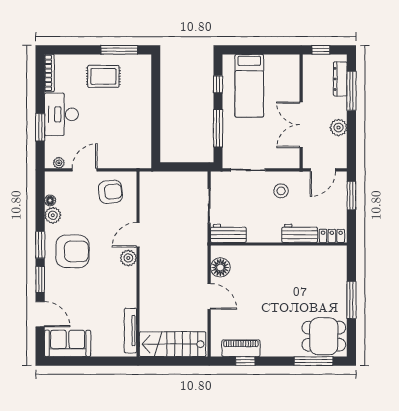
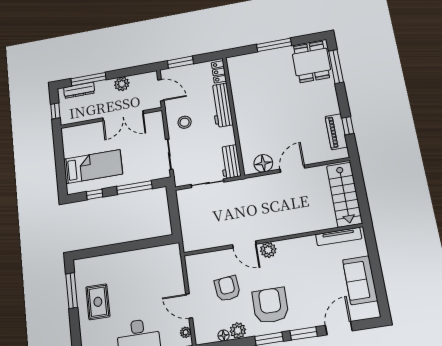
armchair: (110, 192) -> (227, 289), moved
workbench: (300, 233) -> (222, 105), width x1.38
sofa: (68, 343) -> (360, 280), moved

